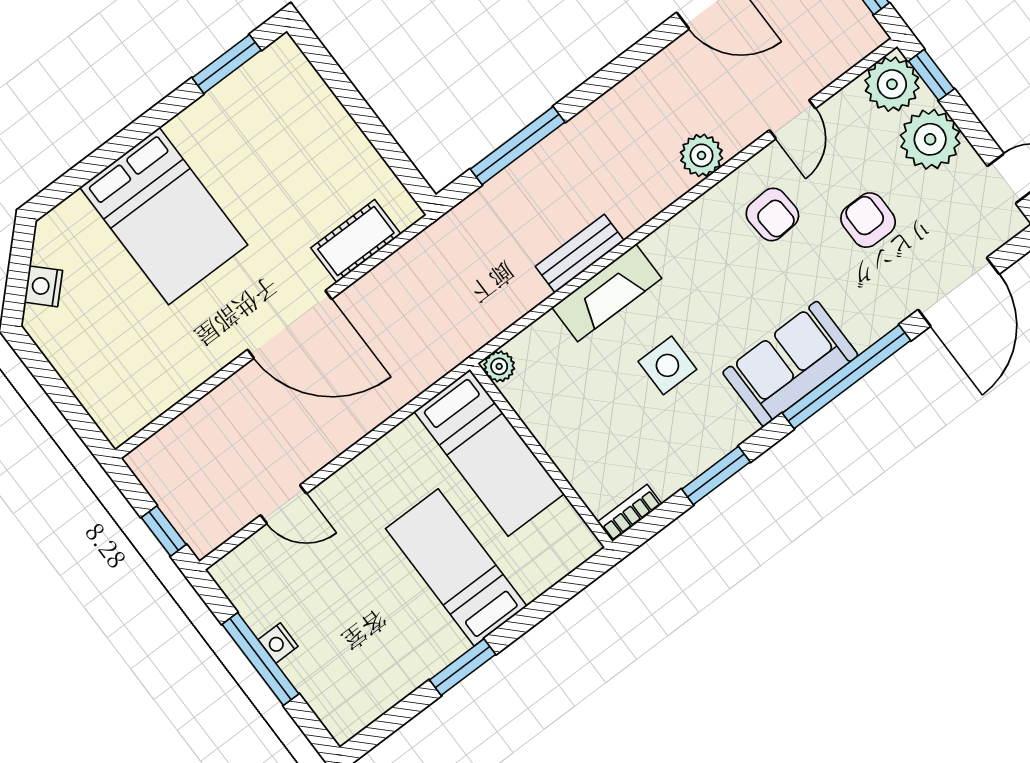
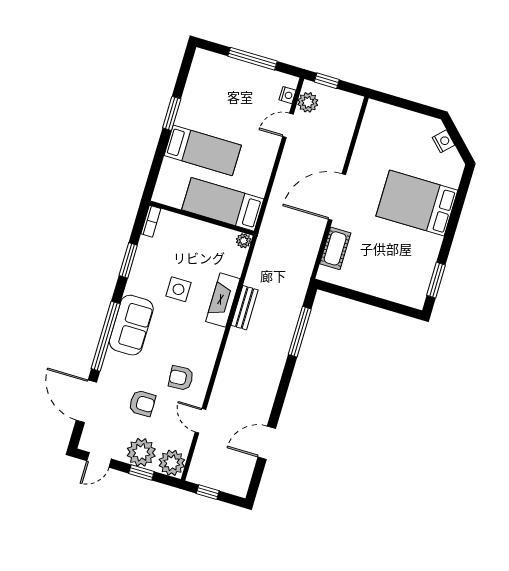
window: (931, 75) -> (141, 472), moved
plant: (702, 155) -> (308, 102), moved
nightstand: (278, 643) -> (287, 95), moved, turned 90

